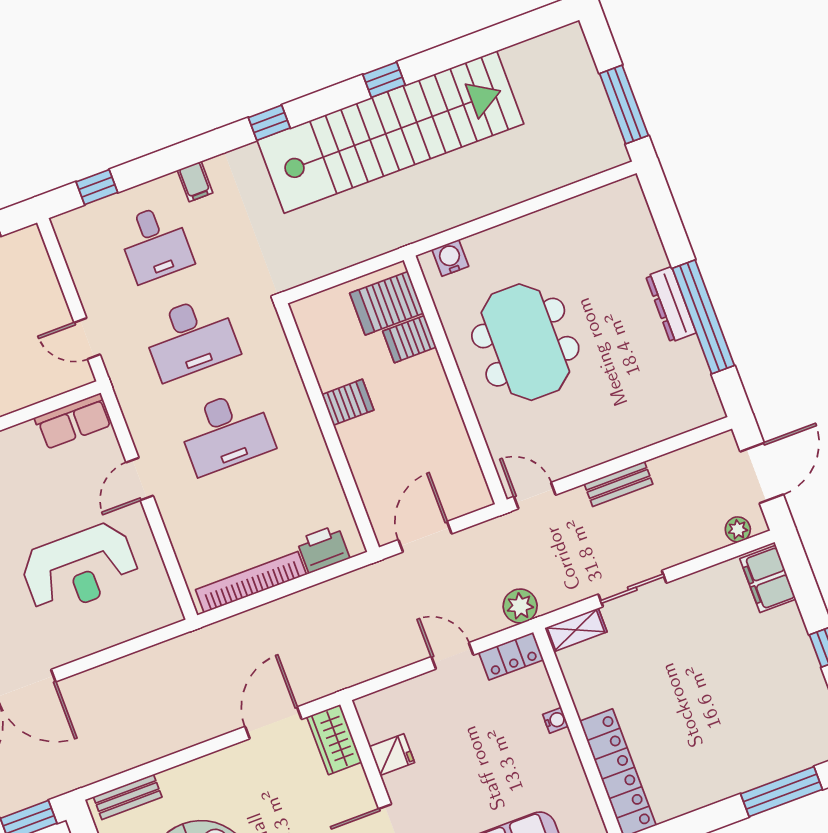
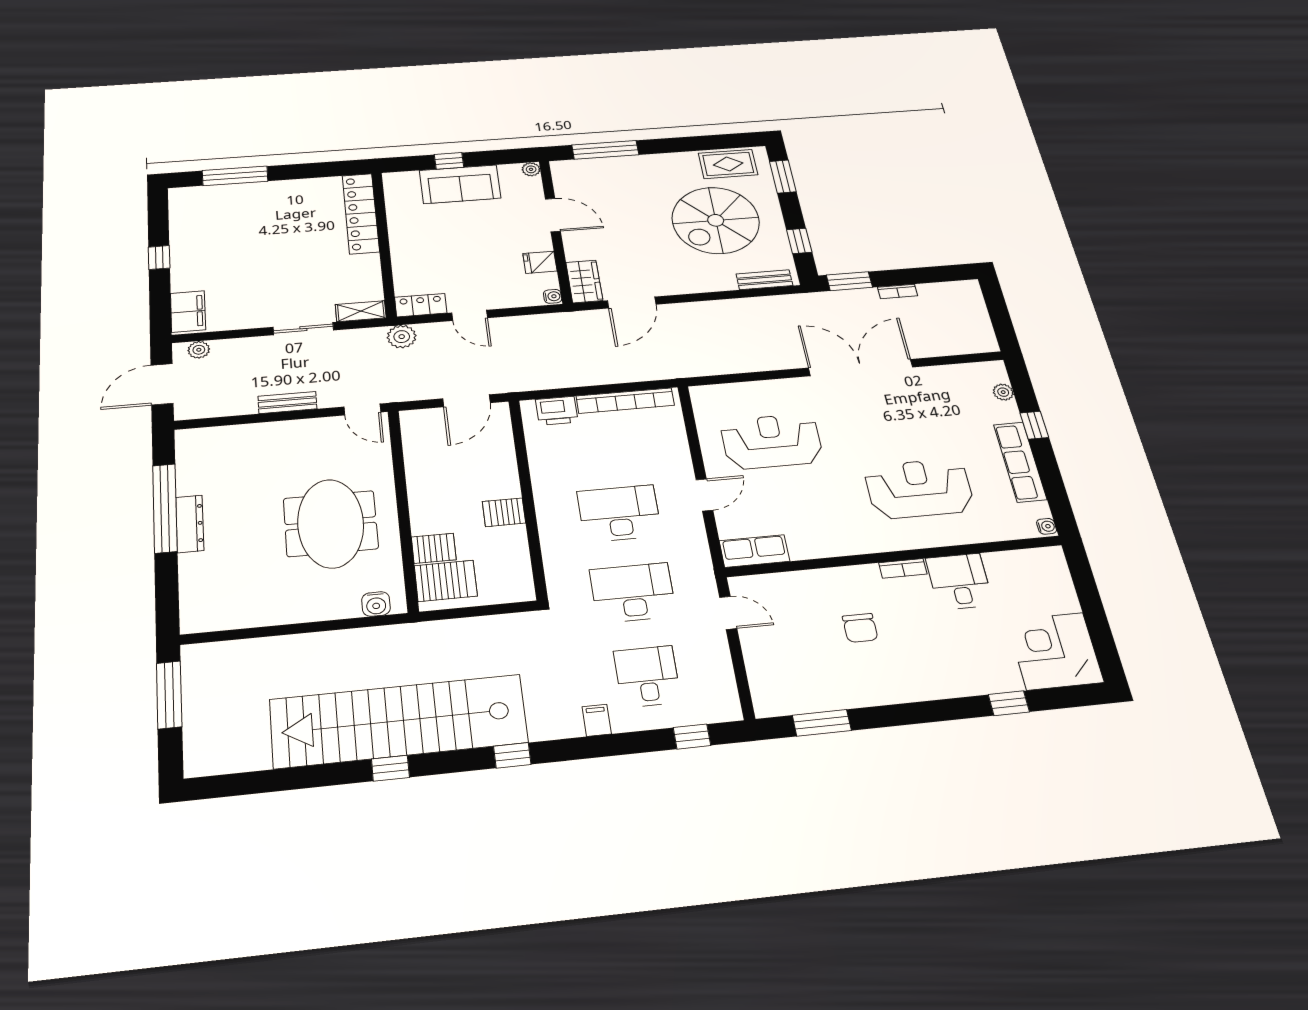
water cooler: (556, 720) -> (553, 296), moved, turned 180

